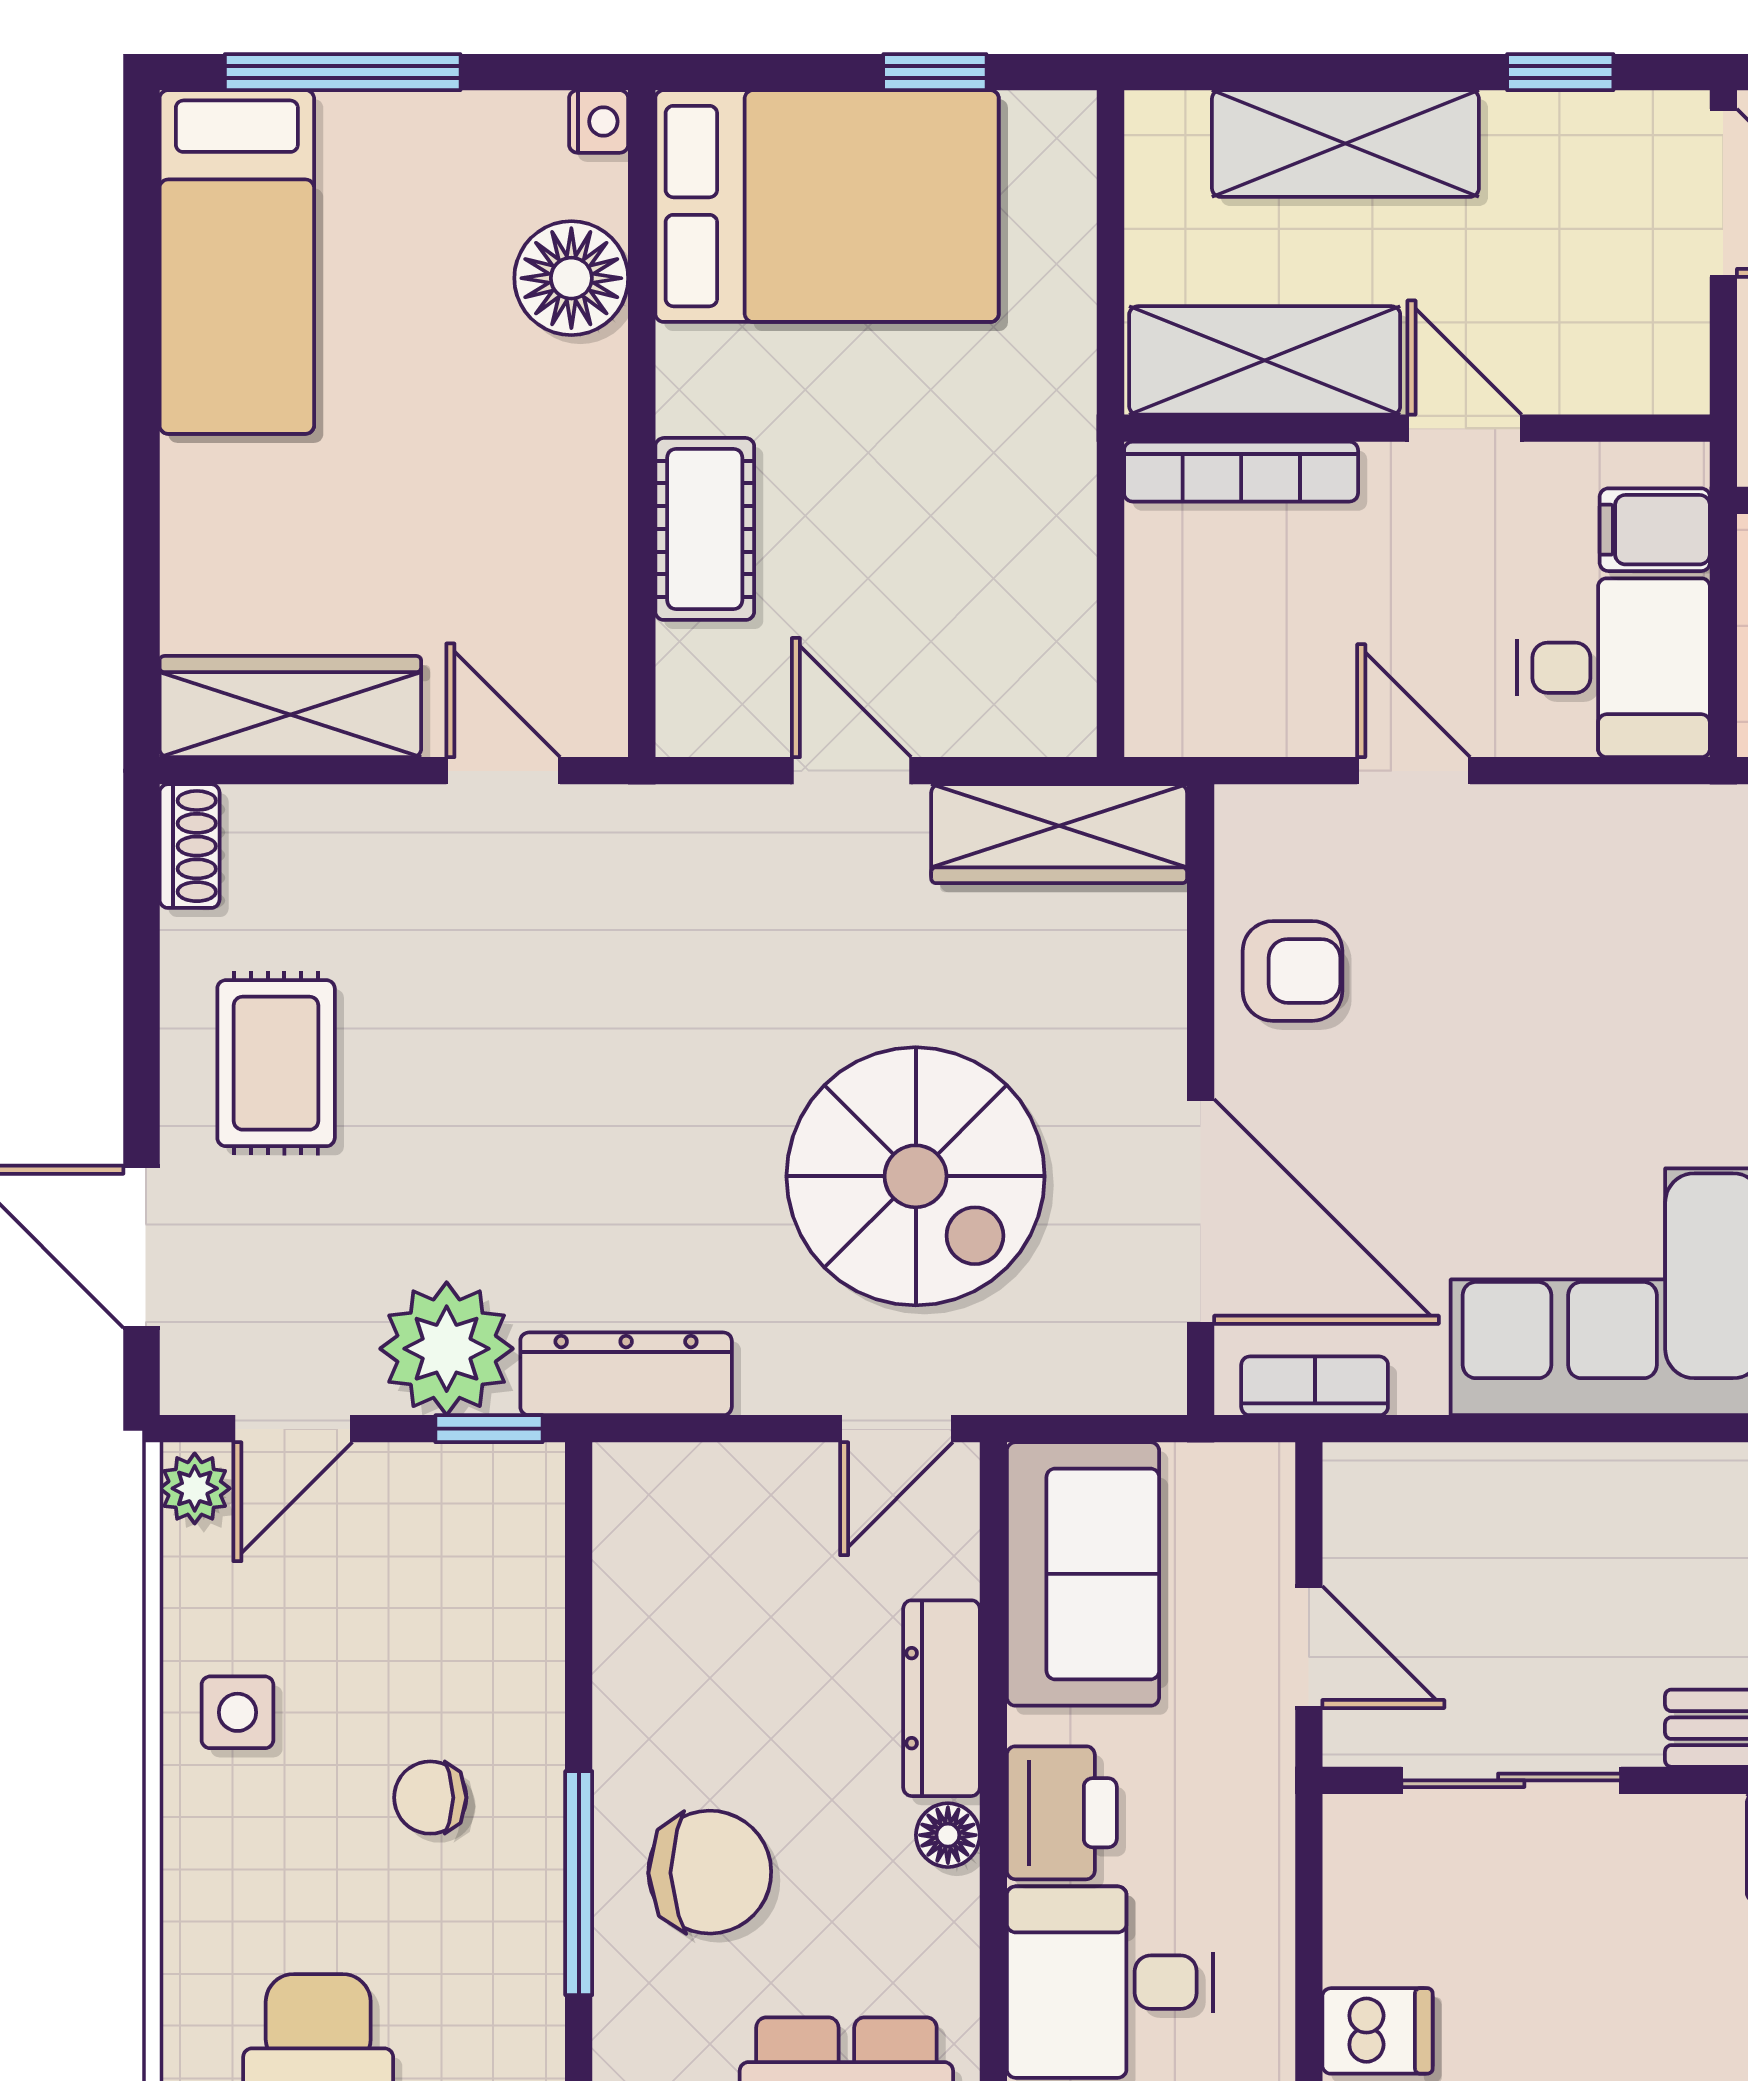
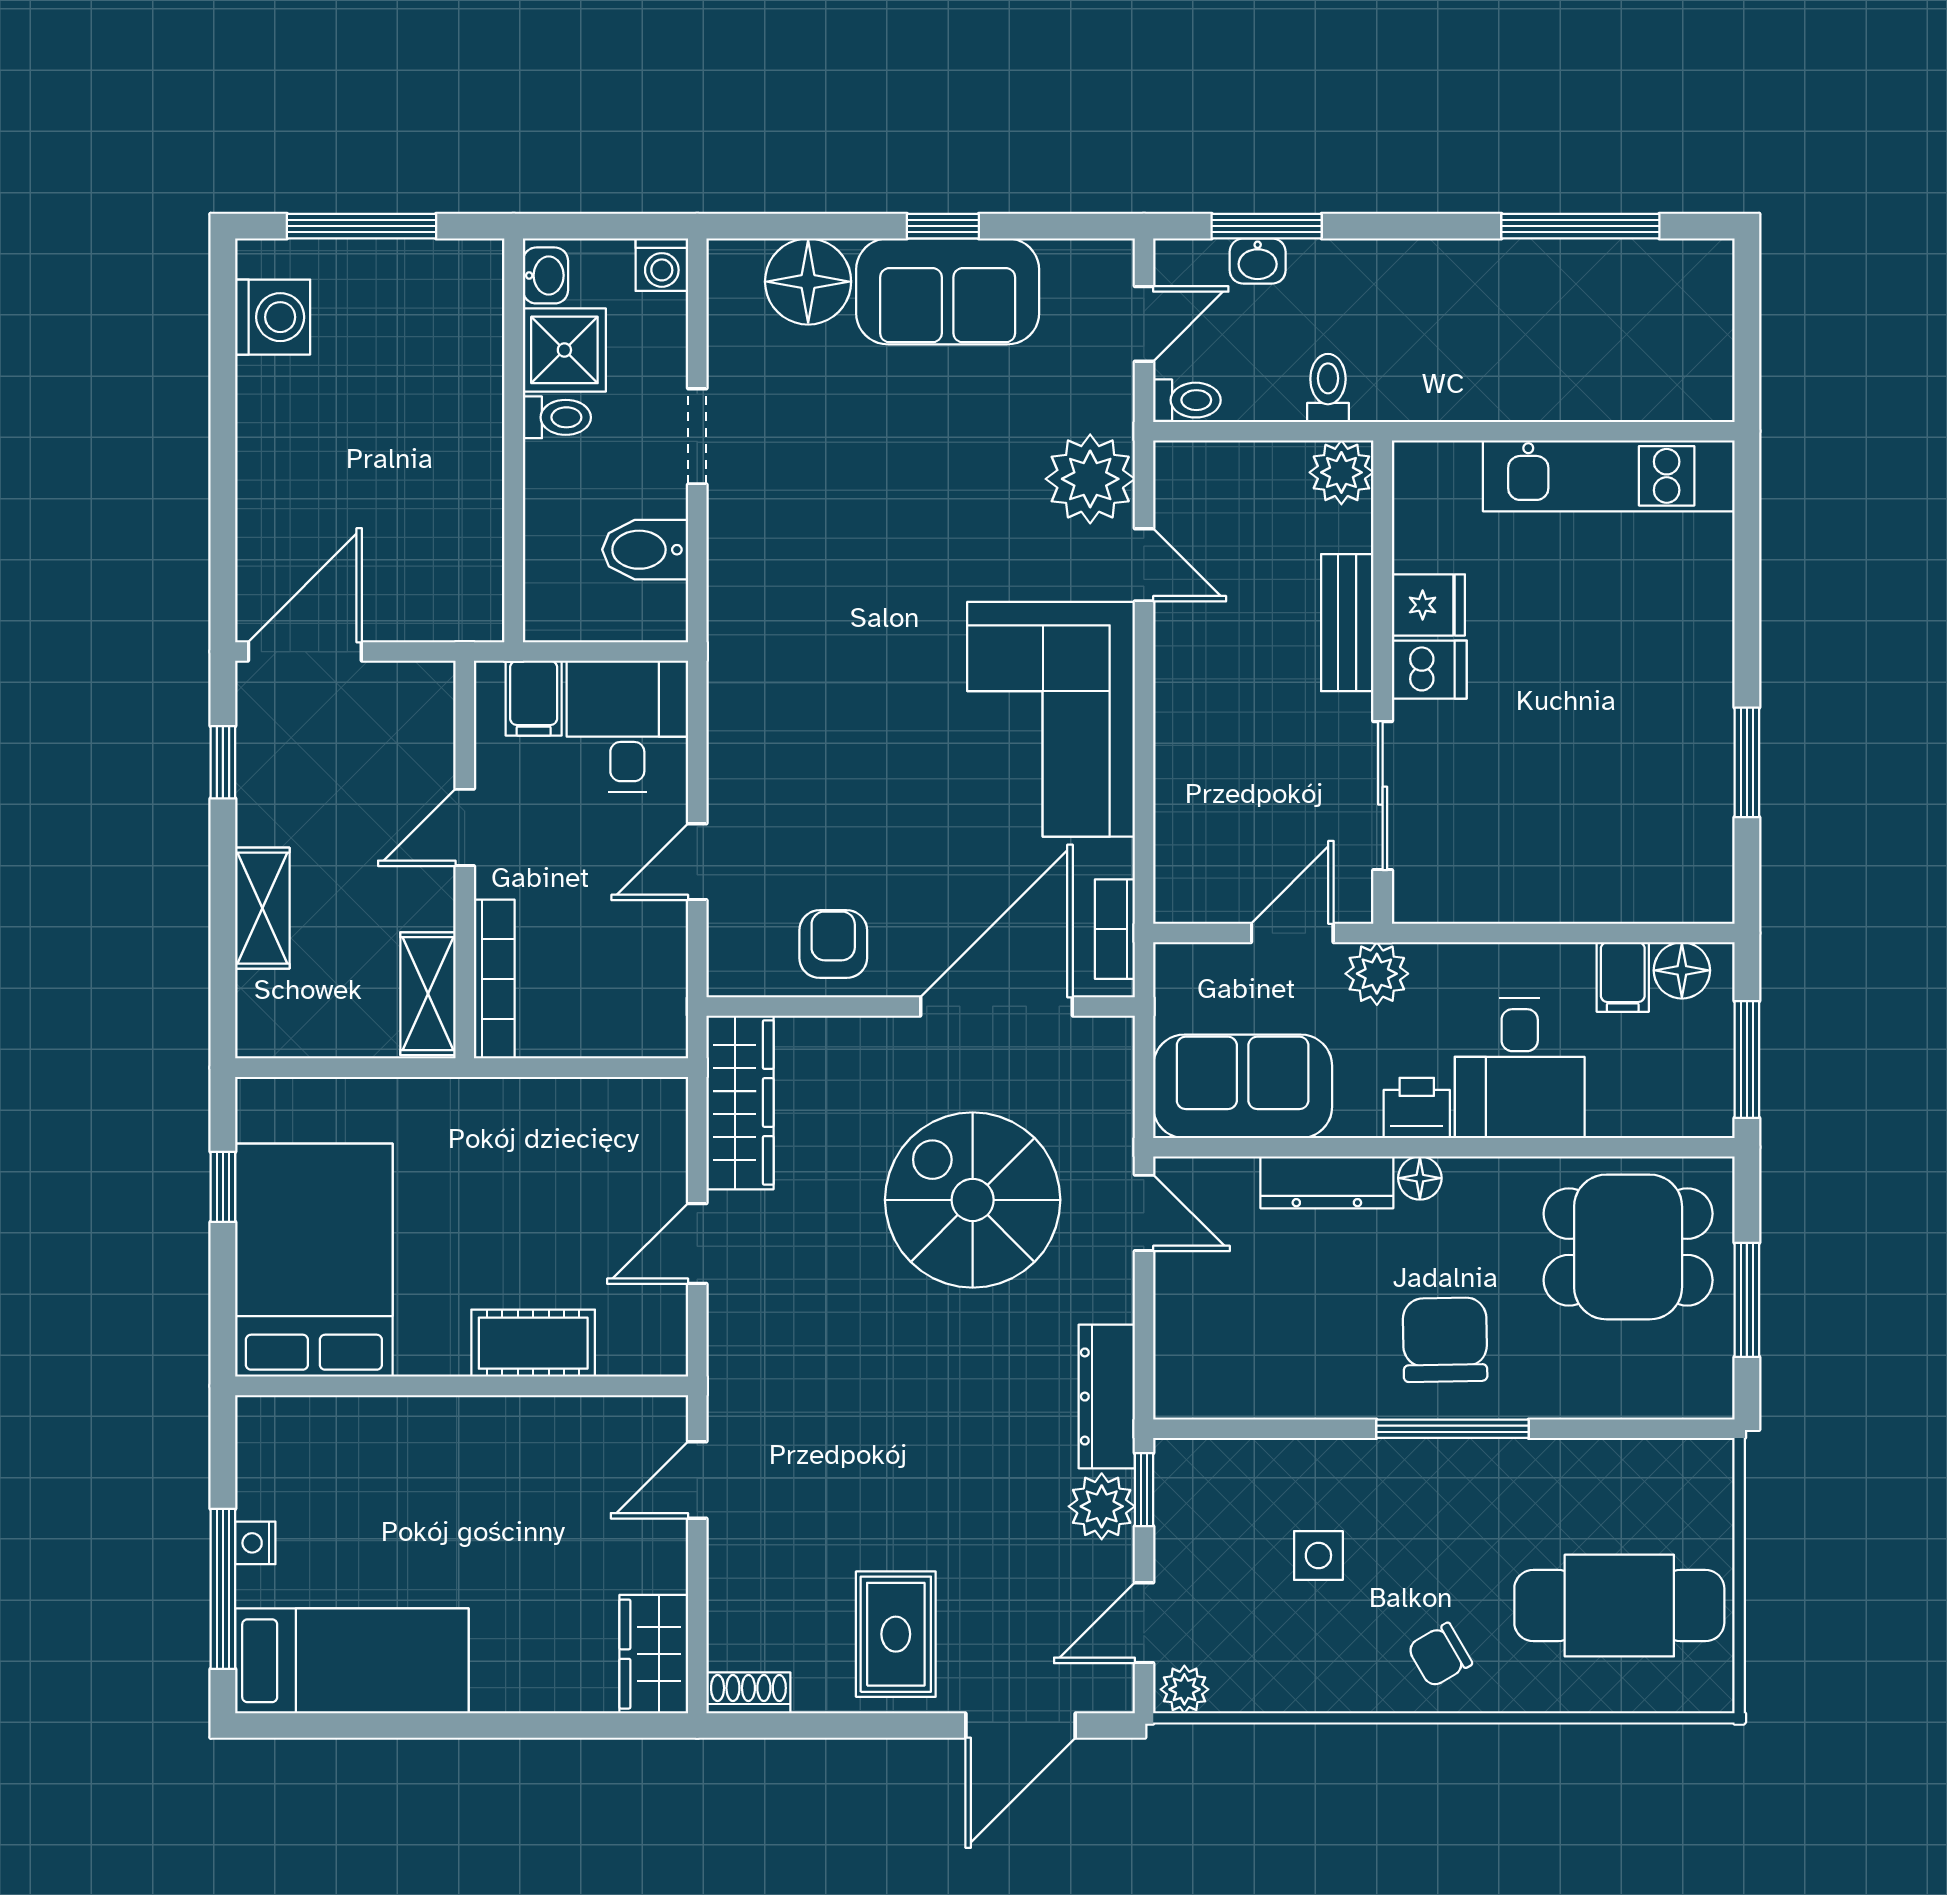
nightstand: (599, 121) -> (255, 1543), moved, turned -90
shelving: (1345, 144) -> (262, 908), width x0.67, depth x0.75
floor lamp: (571, 278) -> (363, 1434), removed
shelving: (1265, 360) -> (428, 994), width x0.67, depth x0.75
wardrobe: (290, 707) -> (654, 1654), width x0.67
rug: (276, 1063) -> (896, 1634), turned 90
spiral stairs: (916, 1176) -> (973, 1200), turned -90
plant: (447, 1349) -> (1102, 1506), width x0.73, depth x0.73
door: (293, 1429) -> (1144, 1623), swing flipped
side table: (237, 1712) -> (1318, 1555), moved
plant: (1249, 1772) -> (1377, 974), added
chair: (430, 1798) -> (1440, 1655), moved, turned 60
printer: (1062, 1813) -> (1417, 1108), width x0.73, depth x0.81
dishwasher: (1377, 2031) -> (1429, 670), moved, turned 90

